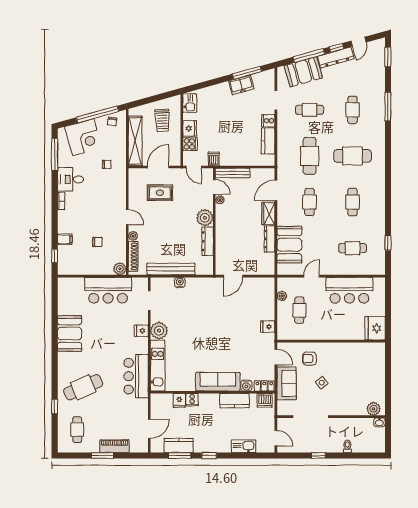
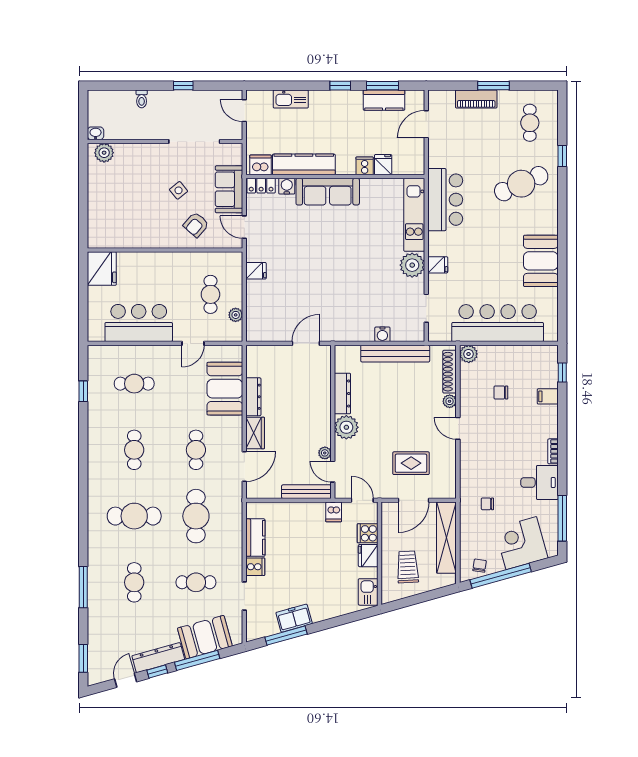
bar counter: (108, 290) -> (498, 323), width x1.36
armchair: (309, 359) -> (196, 225), turned 131
kitchen counter: (234, 401) -> (304, 164), width x1.50

